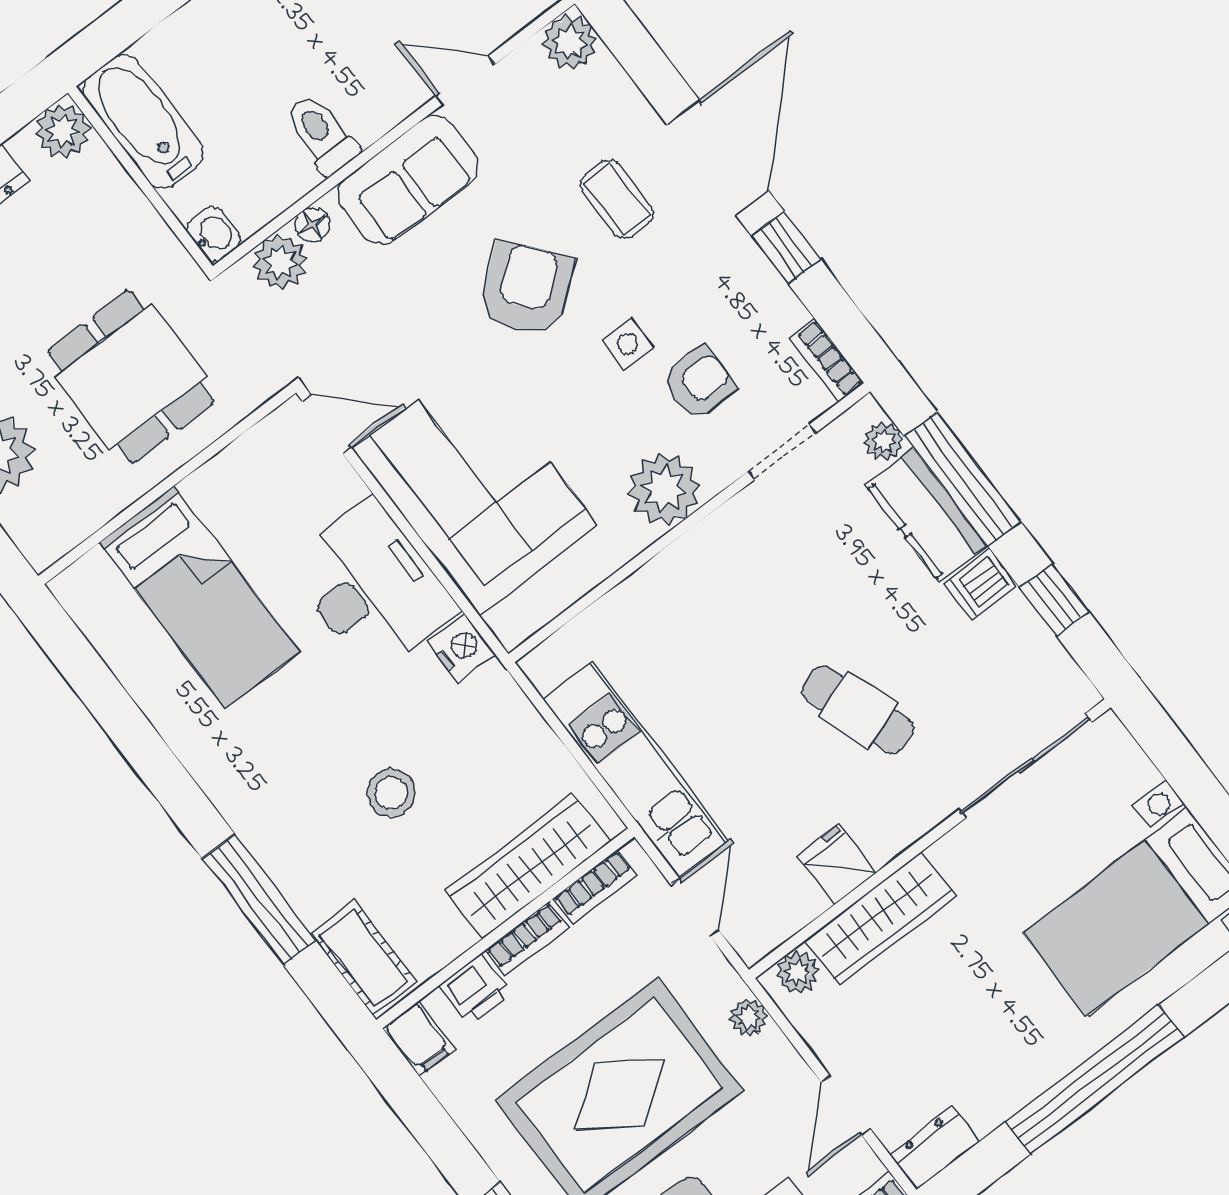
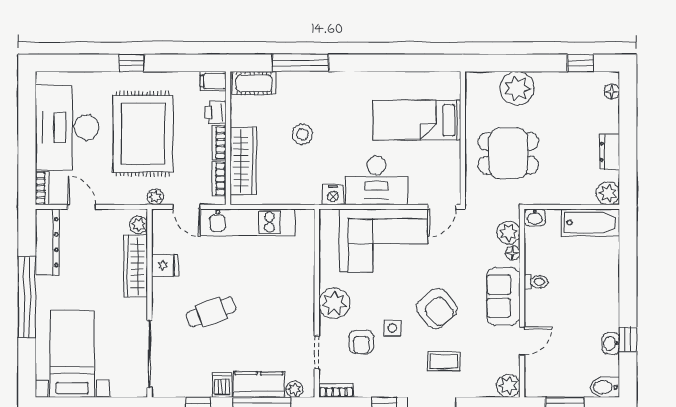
toilet: (322, 134) -> (536, 282), width x0.73, depth x0.72
plant: (748, 1017) -> (155, 197), moved
dresser: (935, 1148) -> (47, 242), width x1.96, depth x1.24

